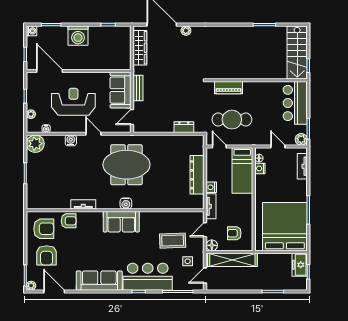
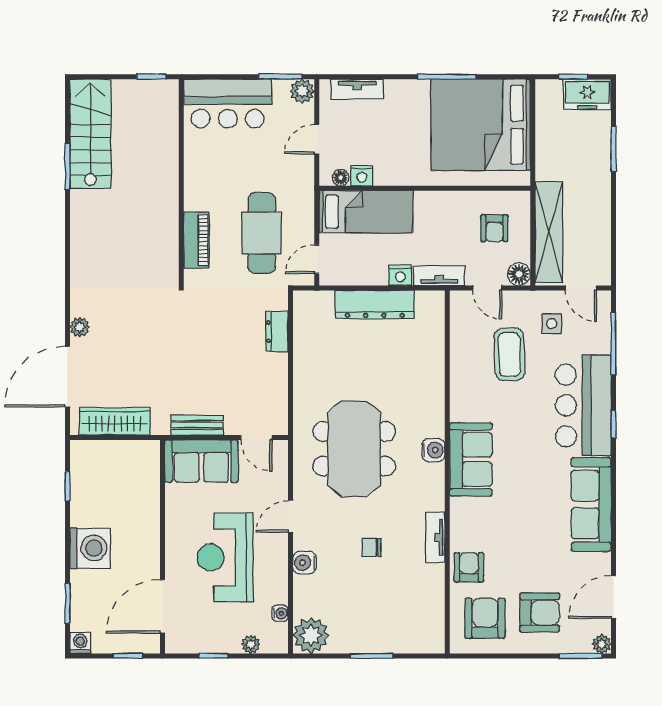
stairs: (297, 52) -> (90, 134), moved, turned -90
chair: (78, 173) -> (371, 548), added
freezer: (300, 265) -> (587, 94), moved

